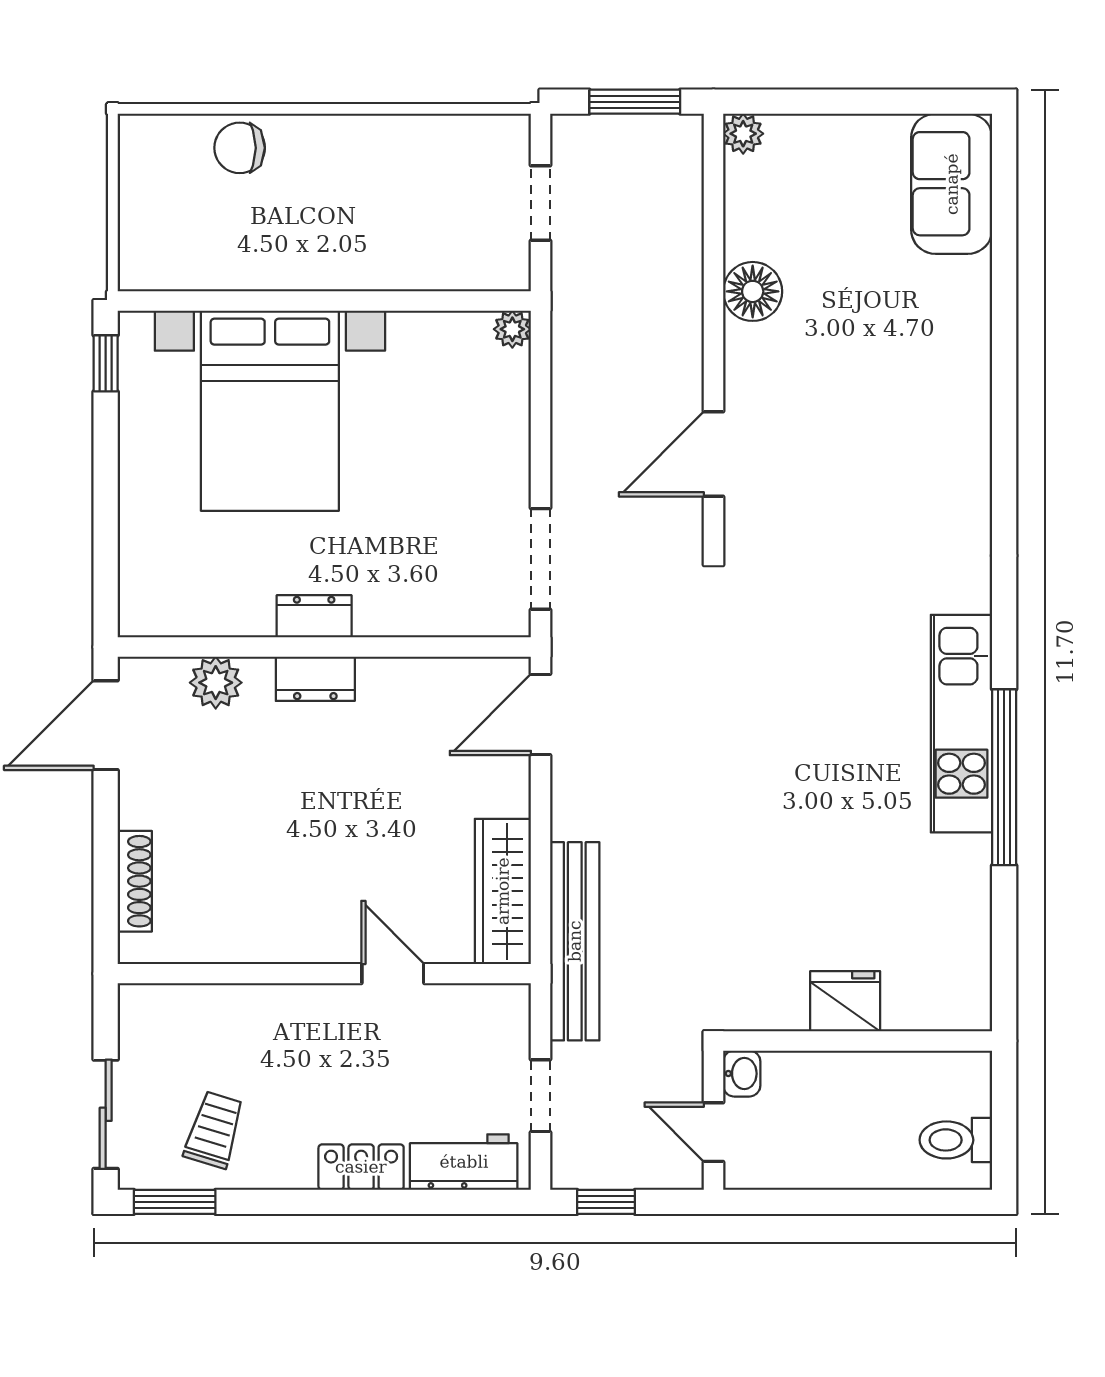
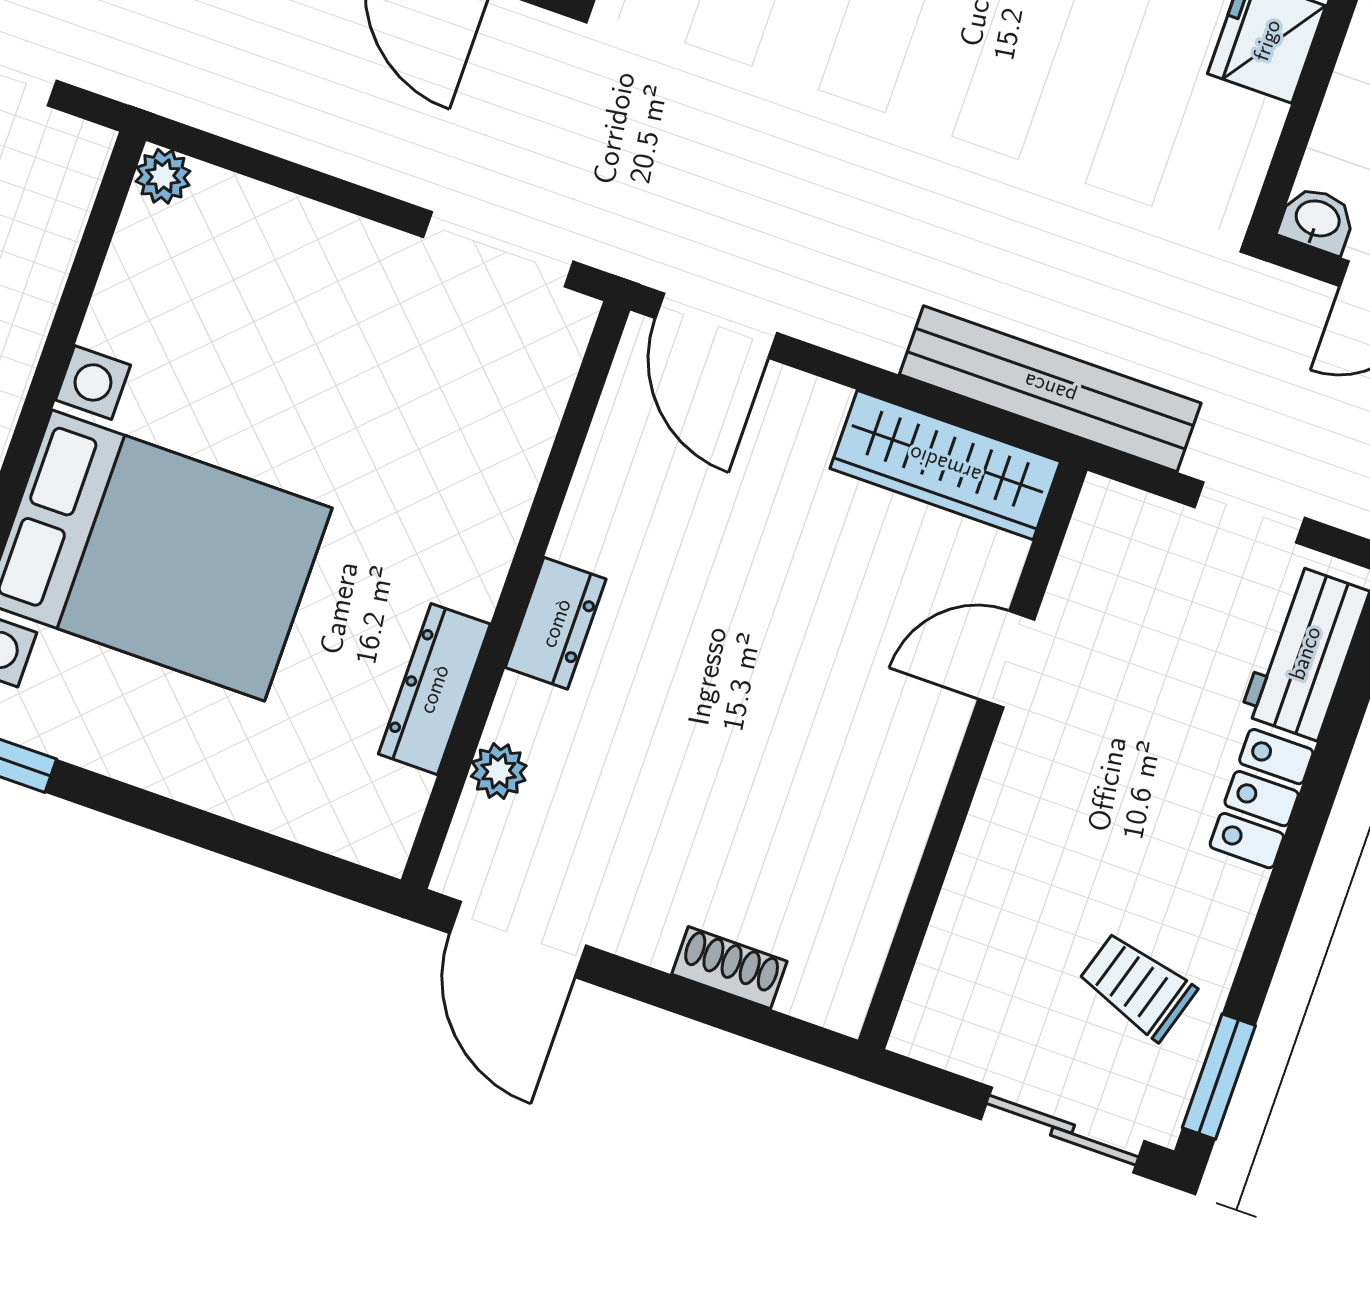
dresser: (314, 616) -> (434, 689), moved, width x1.44
plant: (216, 683) -> (499, 771), width x0.73, depth x0.73
shoe rack: (135, 881) -> (729, 968), width x0.70

